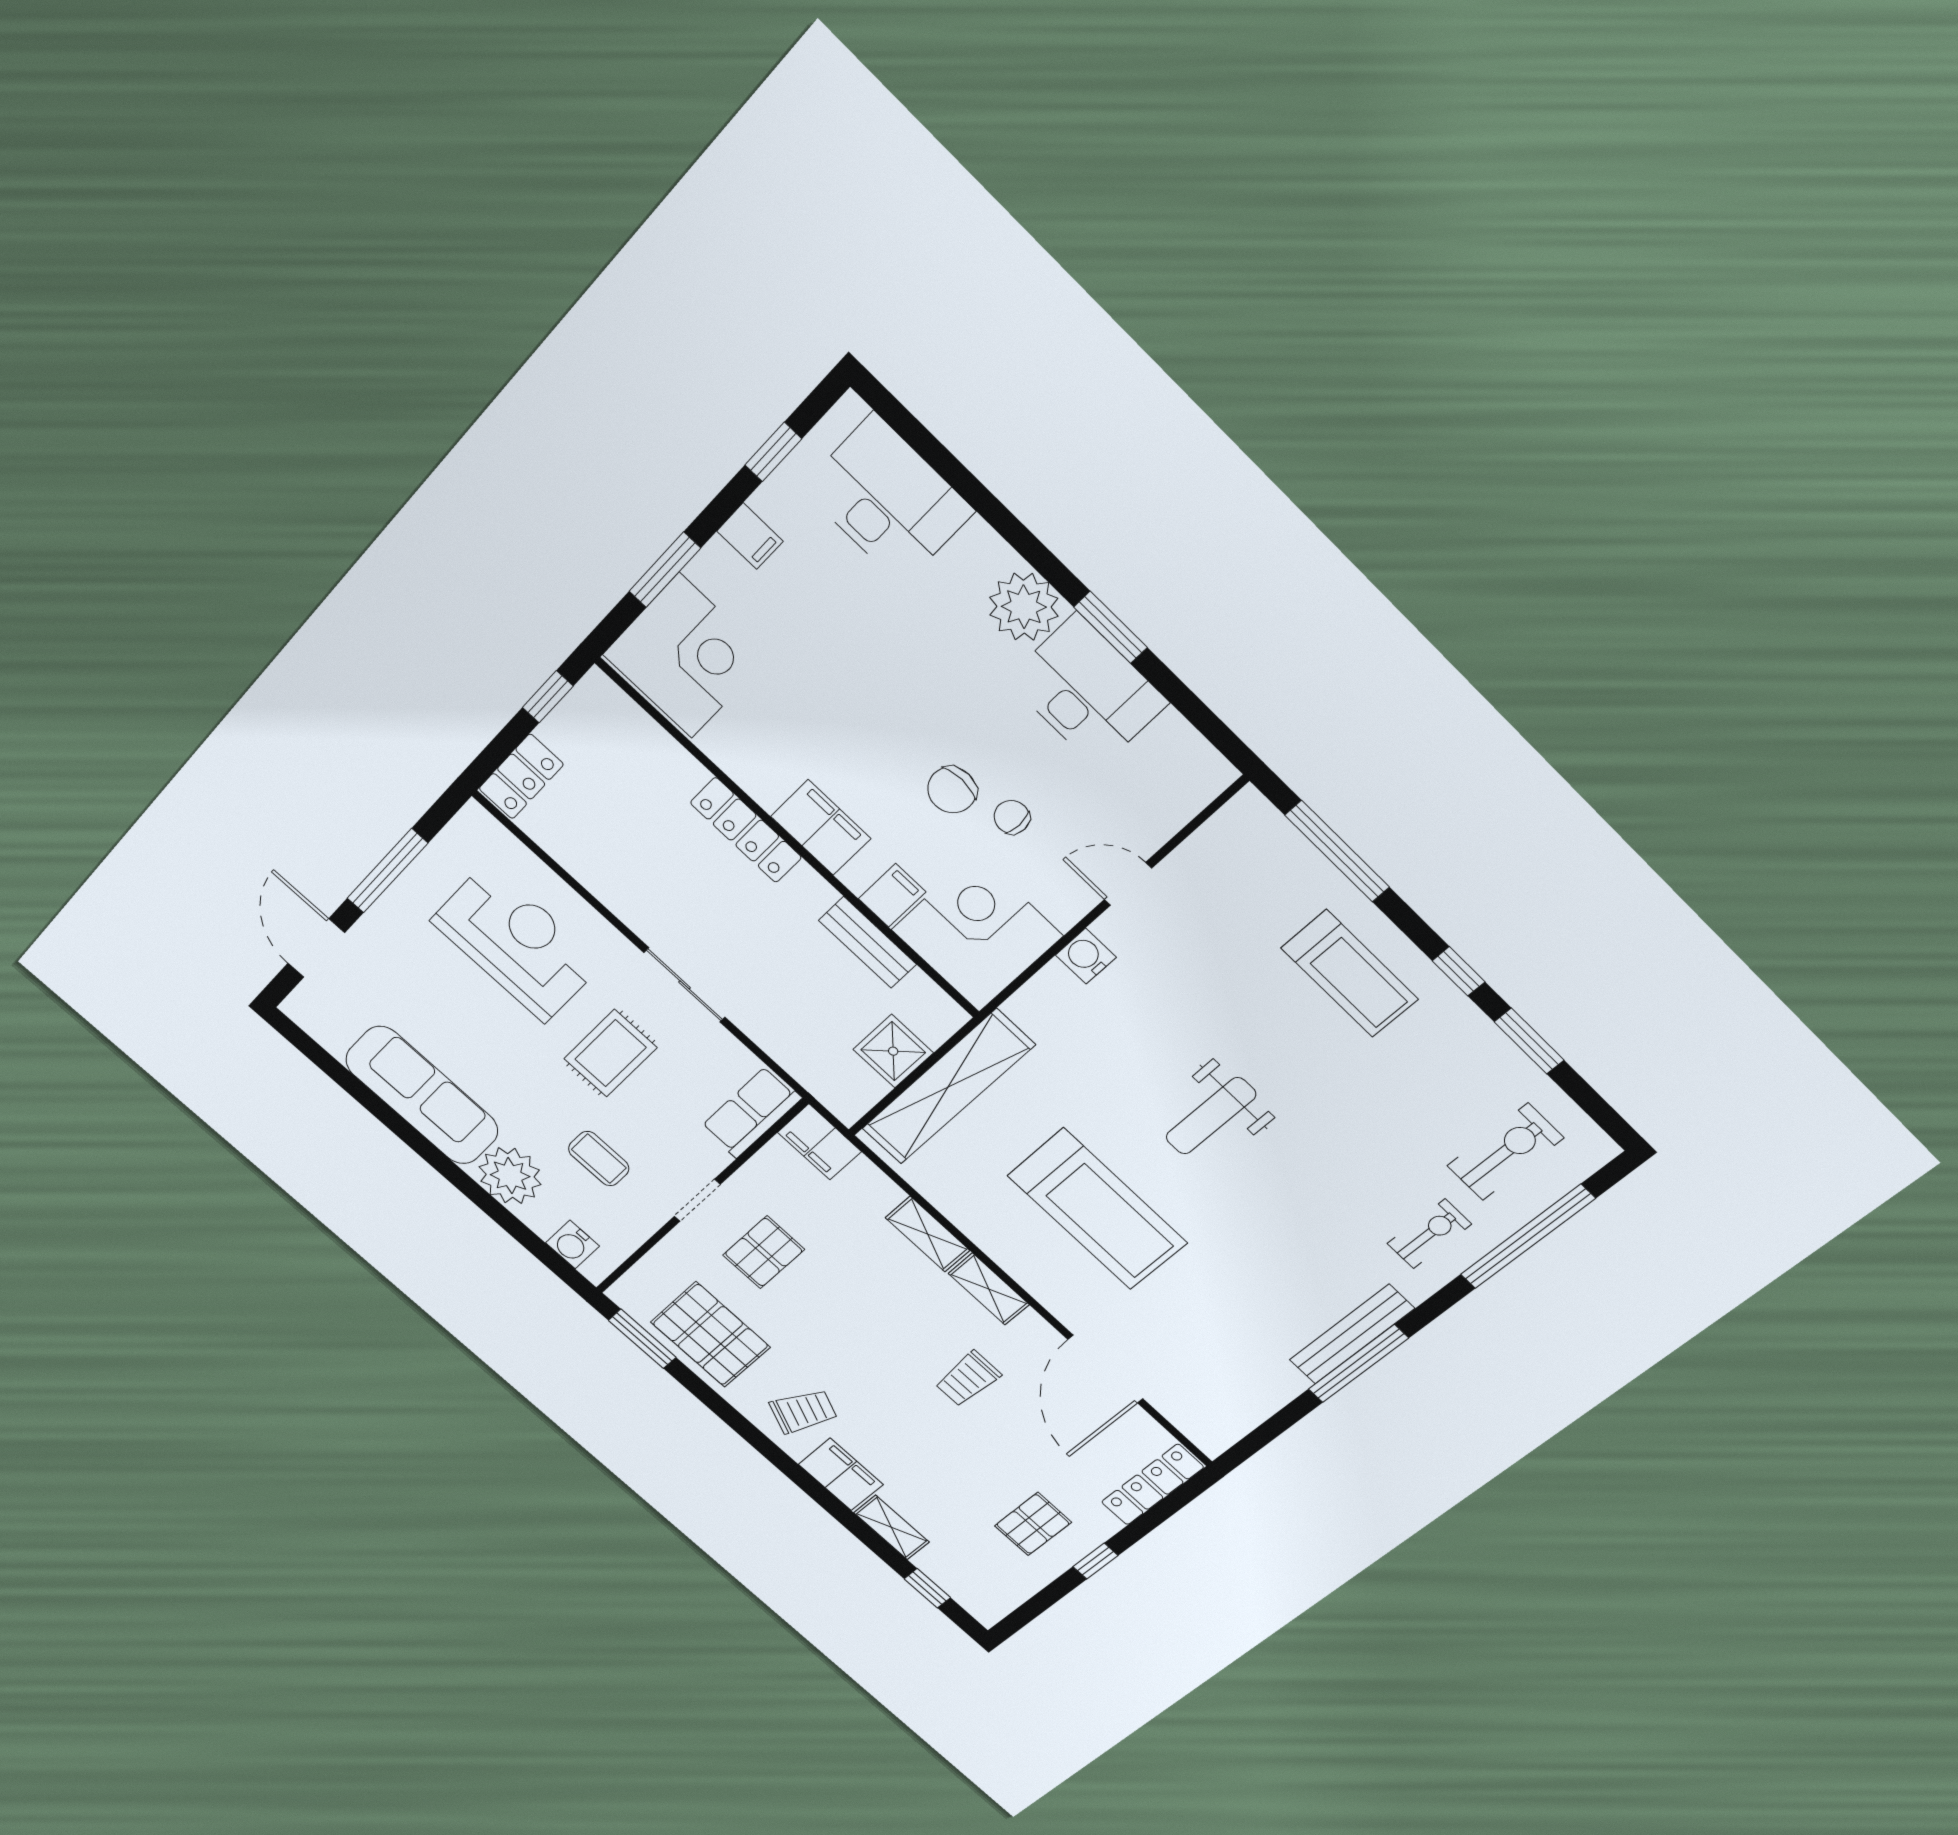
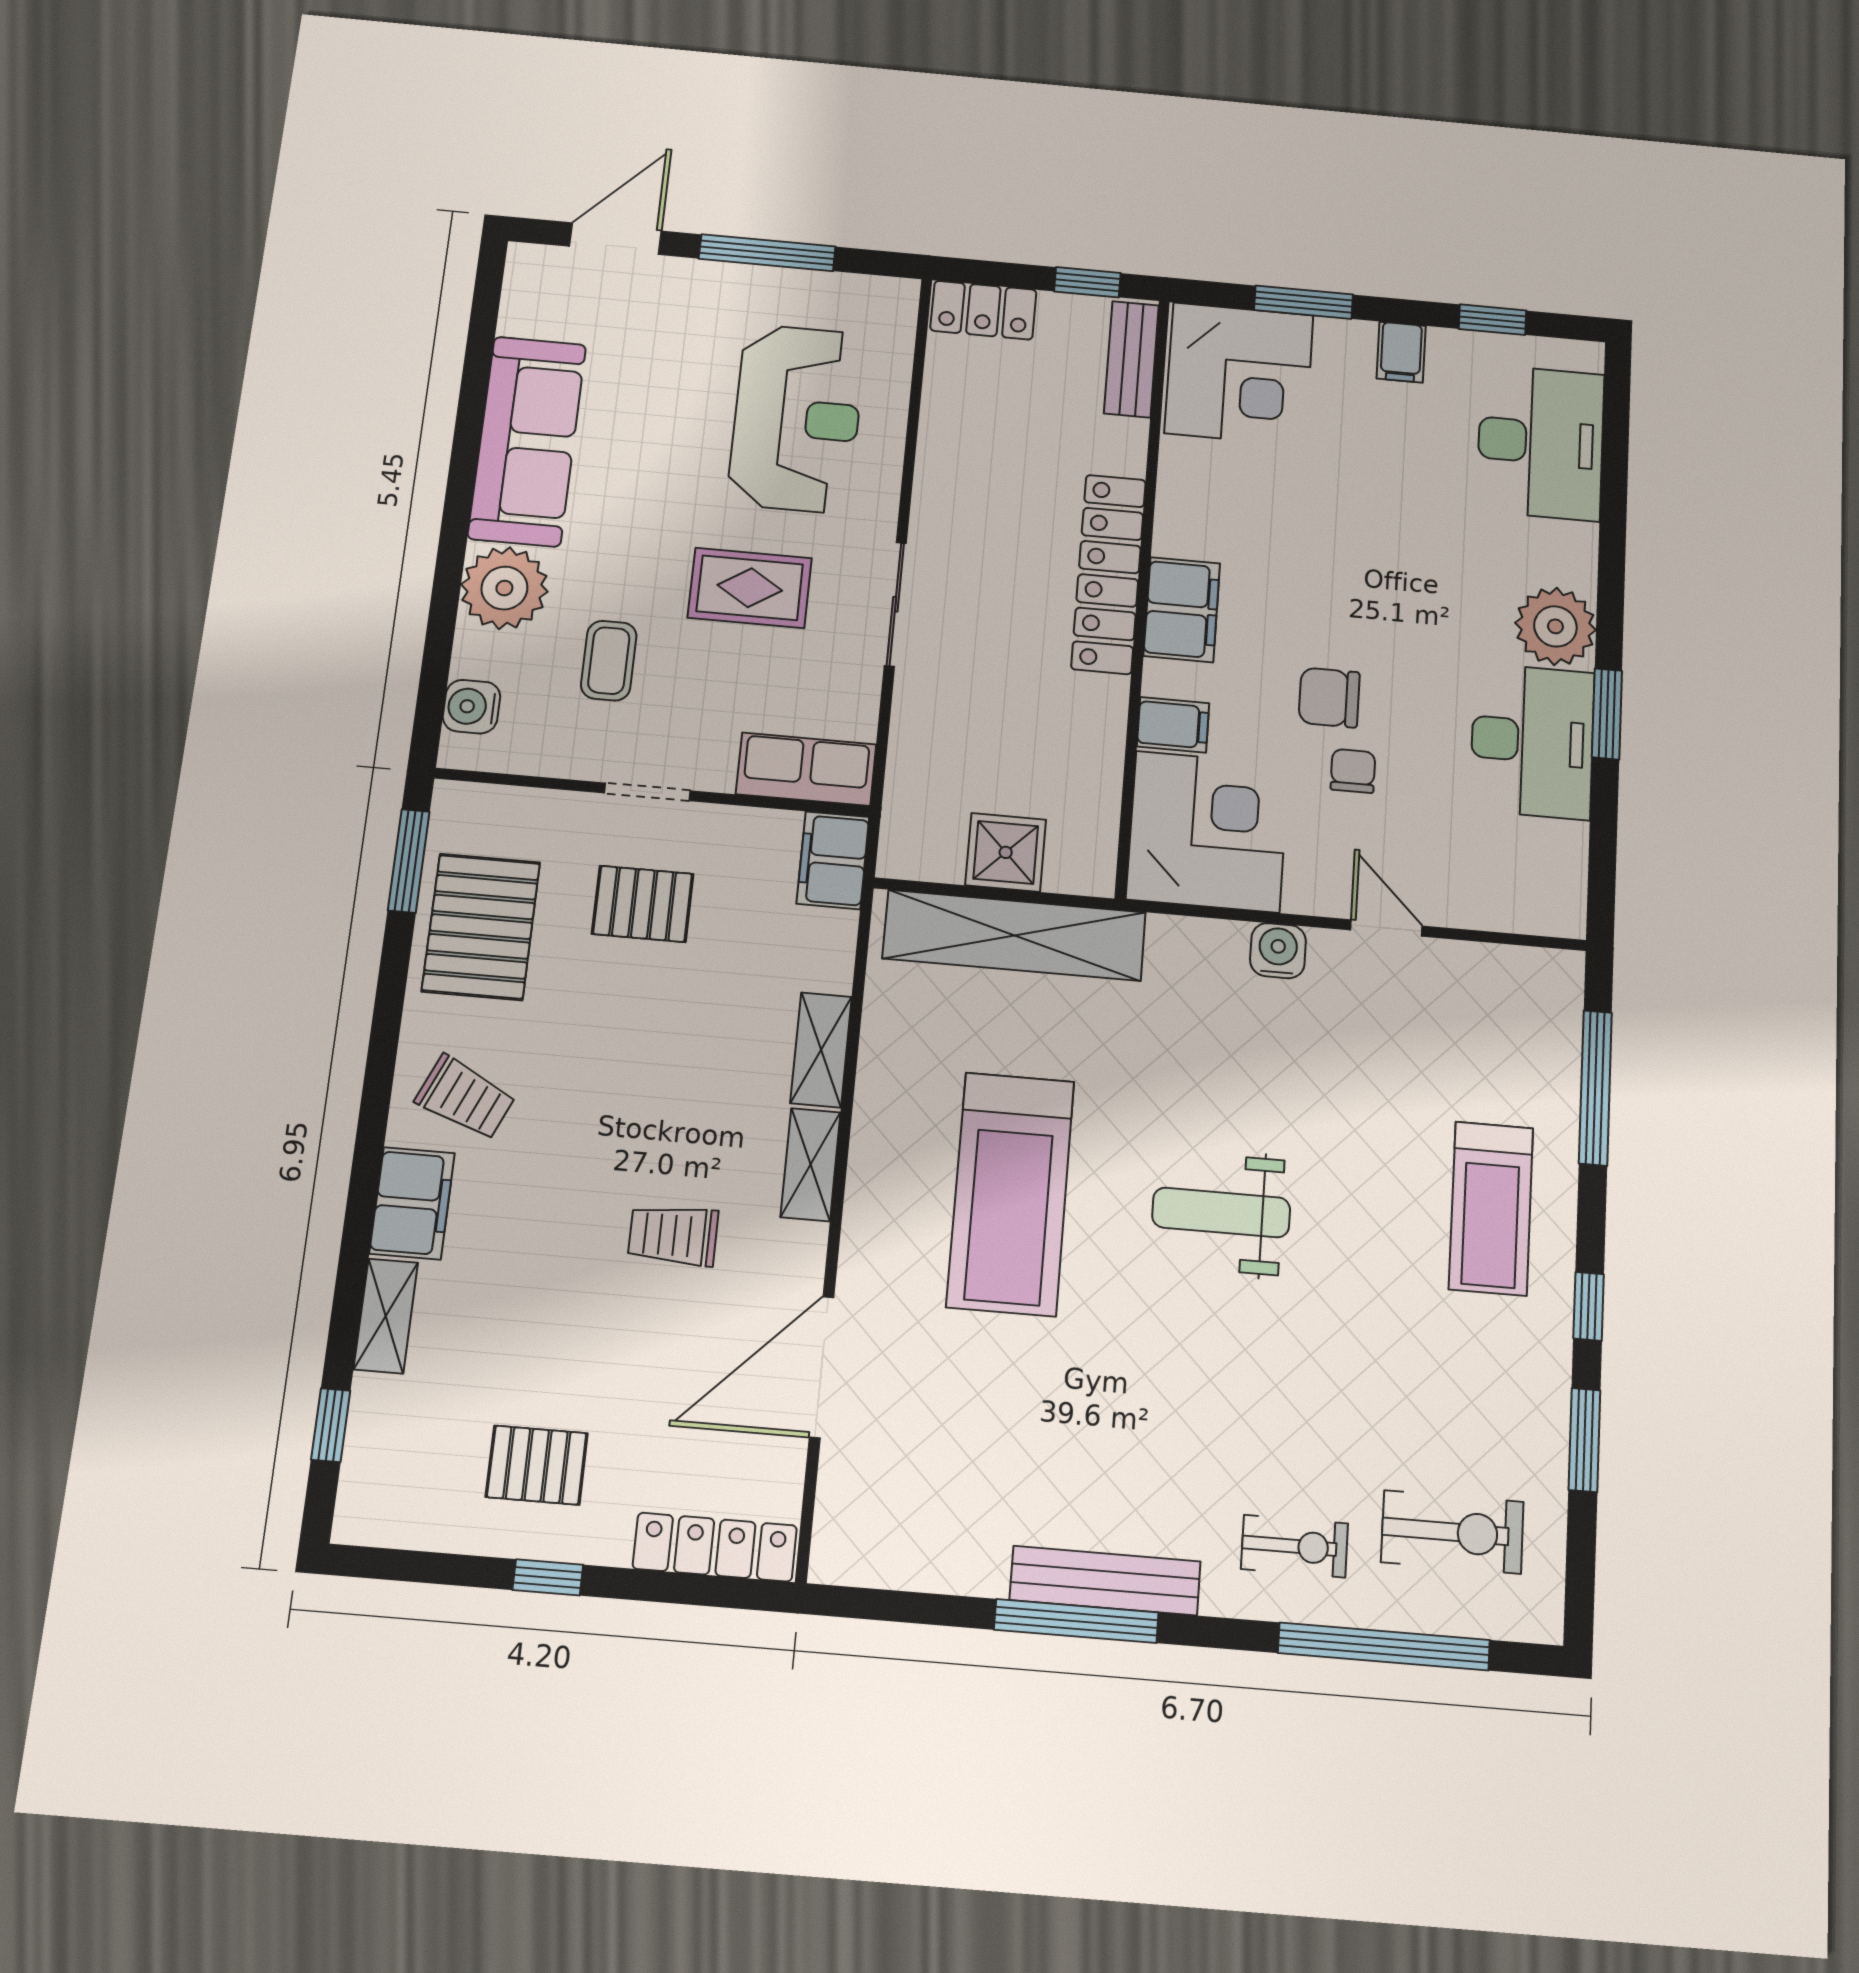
locker: (746, 830) -> (1109, 574), width x1.41, depth x1.21
bench: (868, 942) -> (1131, 359), moved

